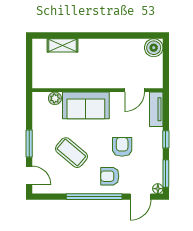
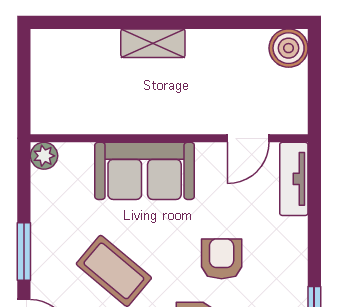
shelving: (63, 45) -> (153, 43), moved
plant: (55, 98) -> (44, 156), moved
window: (166, 139) -> (314, 243), removed

